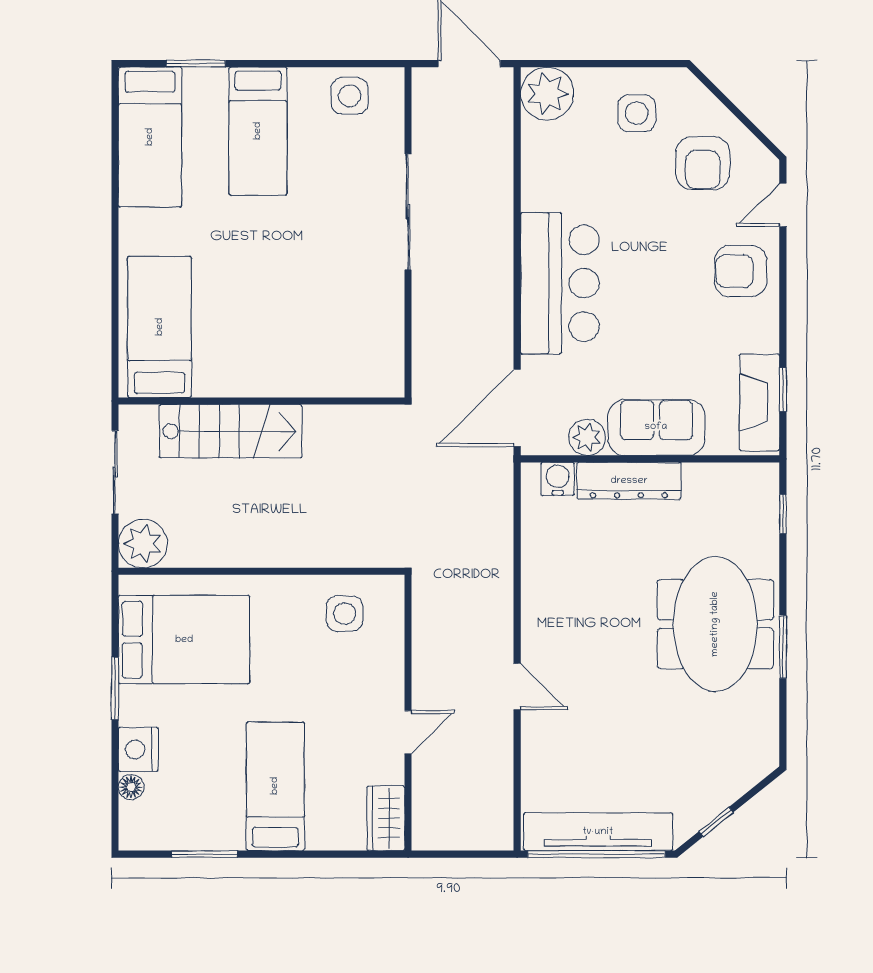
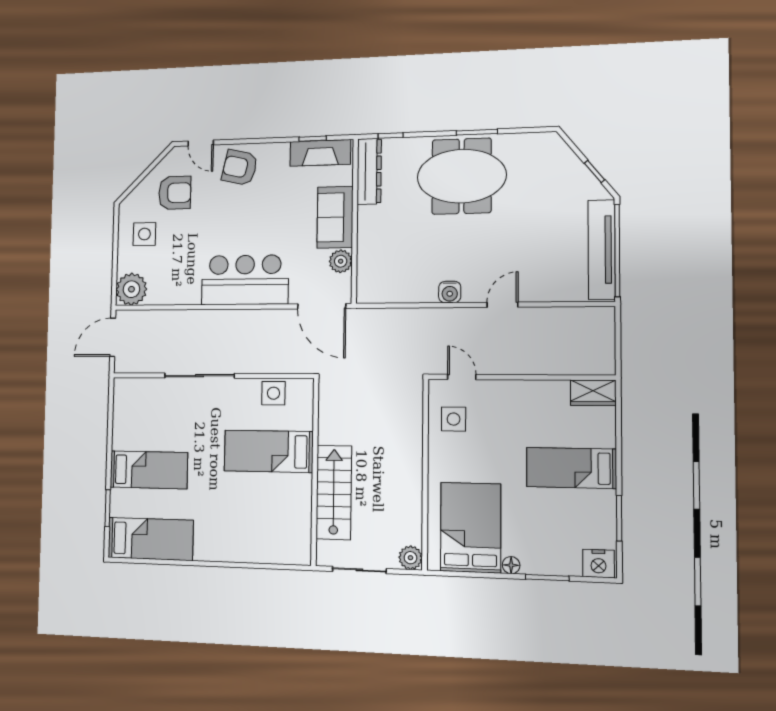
side table: (350, 96) -> (273, 393), moved
armchair: (741, 271) -> (240, 167), turned 103
bed: (160, 327) -> (269, 451), moved
water cooler: (558, 479) -> (450, 292), moved, turned -90
dresser: (629, 481) -> (369, 171), moved
plant: (143, 544) -> (410, 558), width x0.73, depth x0.73
window: (115, 688) -> (547, 578), moved
door: (408, 732) -> (462, 377), moved
nightstand: (138, 750) -> (598, 564), moved
floor lamp: (131, 787) -> (511, 565), moved

